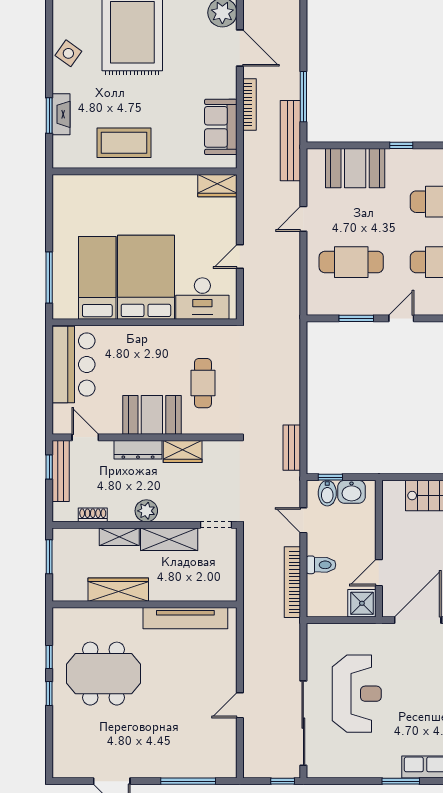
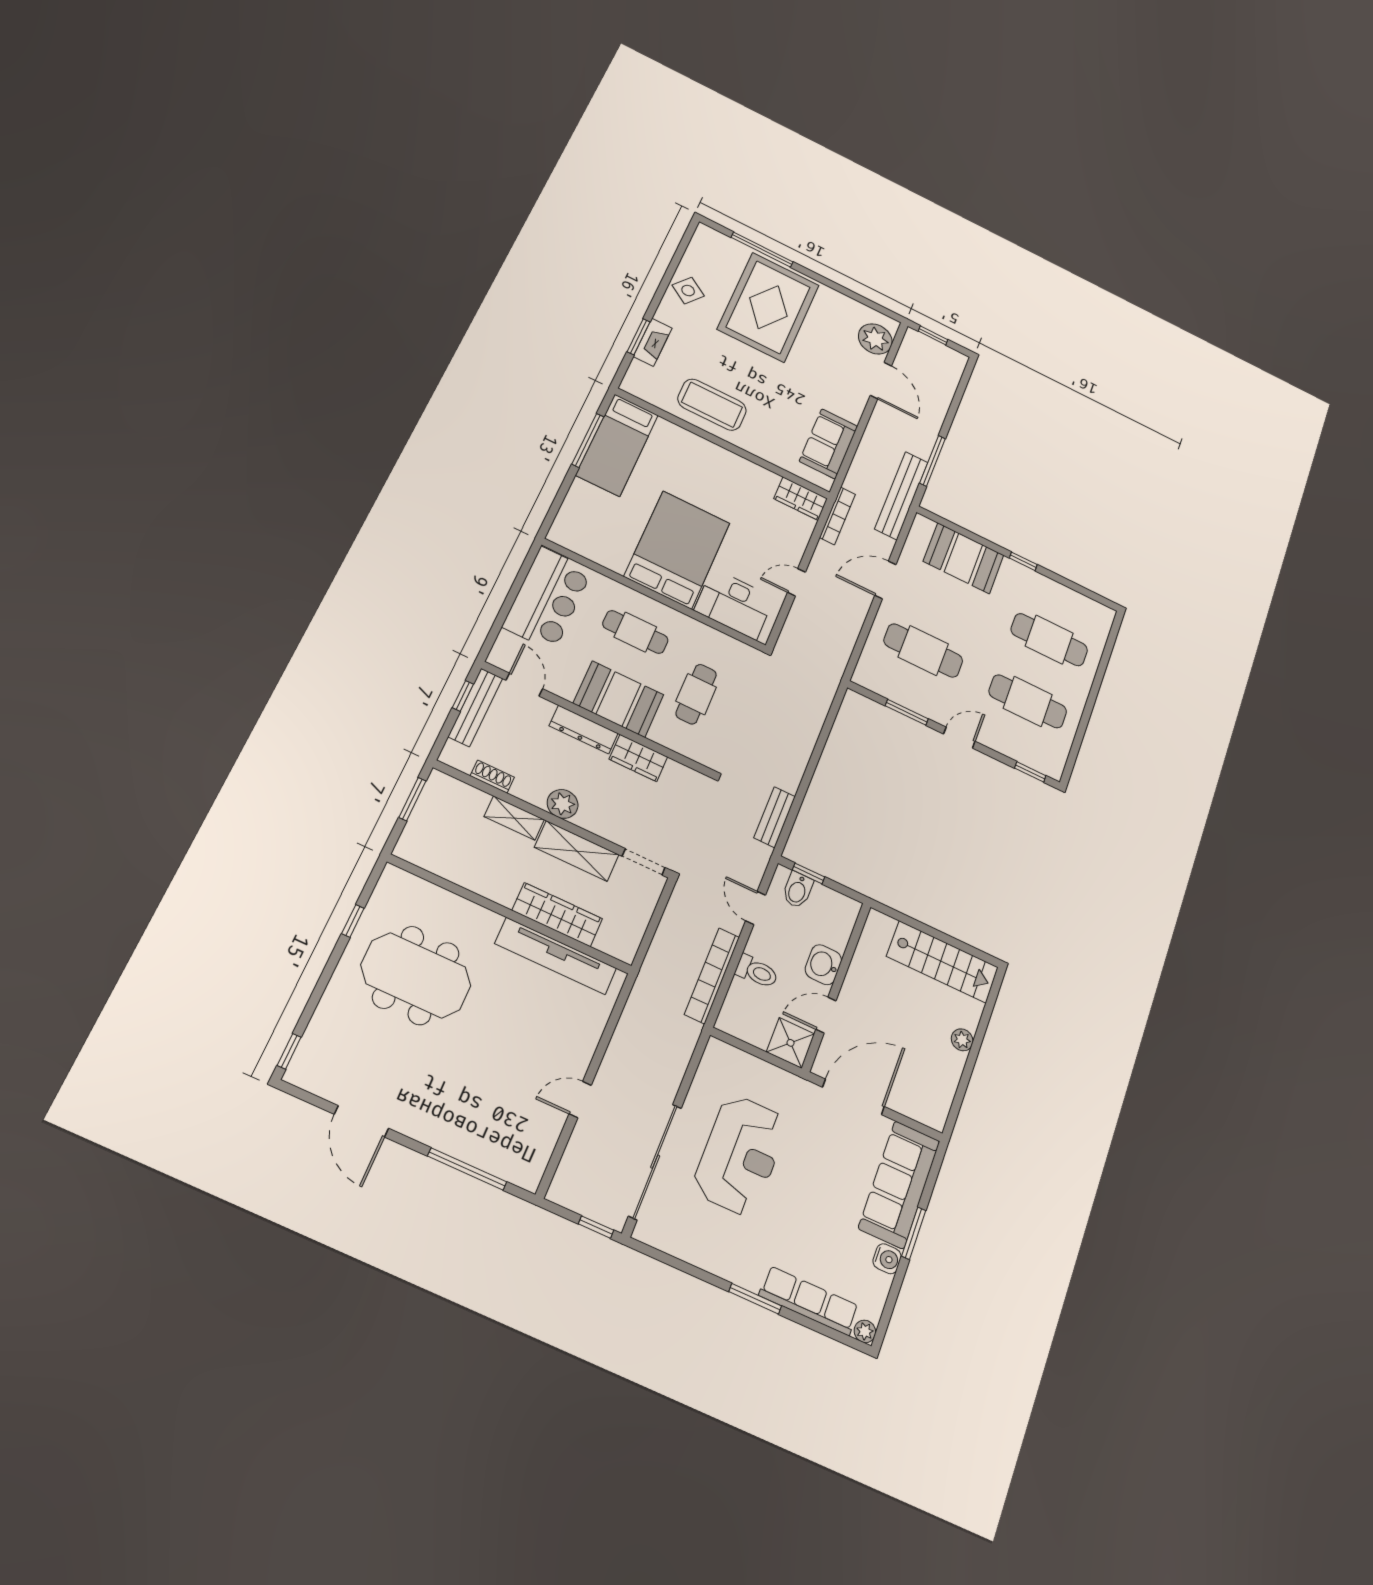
bookcase: (249, 104) -> (837, 516), moved
door: (303, 219) -> (885, 580), width x1.38
window: (49, 277) -> (588, 440), moved
bed: (97, 278) -> (617, 445), moved, turned 180
cafe table: (143, 358) -> (635, 632), added
washbasin: (352, 492) -> (823, 965), moved, turned 90
wardrobe: (118, 590) -> (557, 915), moved
window: (49, 693) -> (289, 1051), moved

